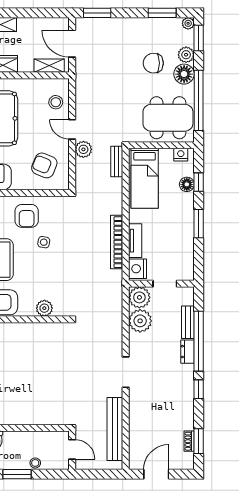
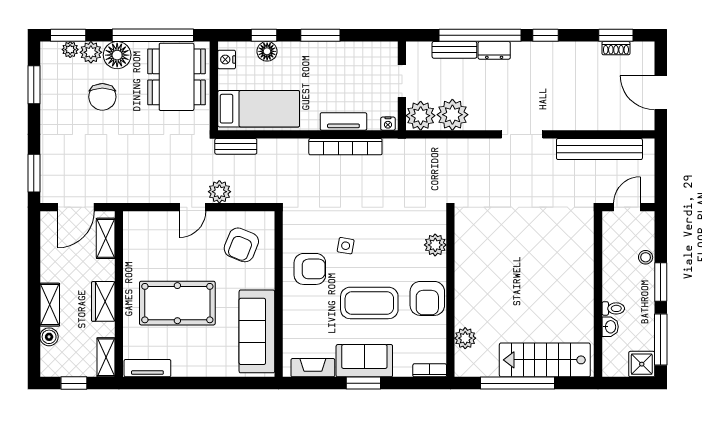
plant: (188, 23) -> (70, 50), moved
stool: (56, 102) -> (155, 229), removed
nightstand: (137, 269) -> (388, 124), width x0.53, depth x0.56

